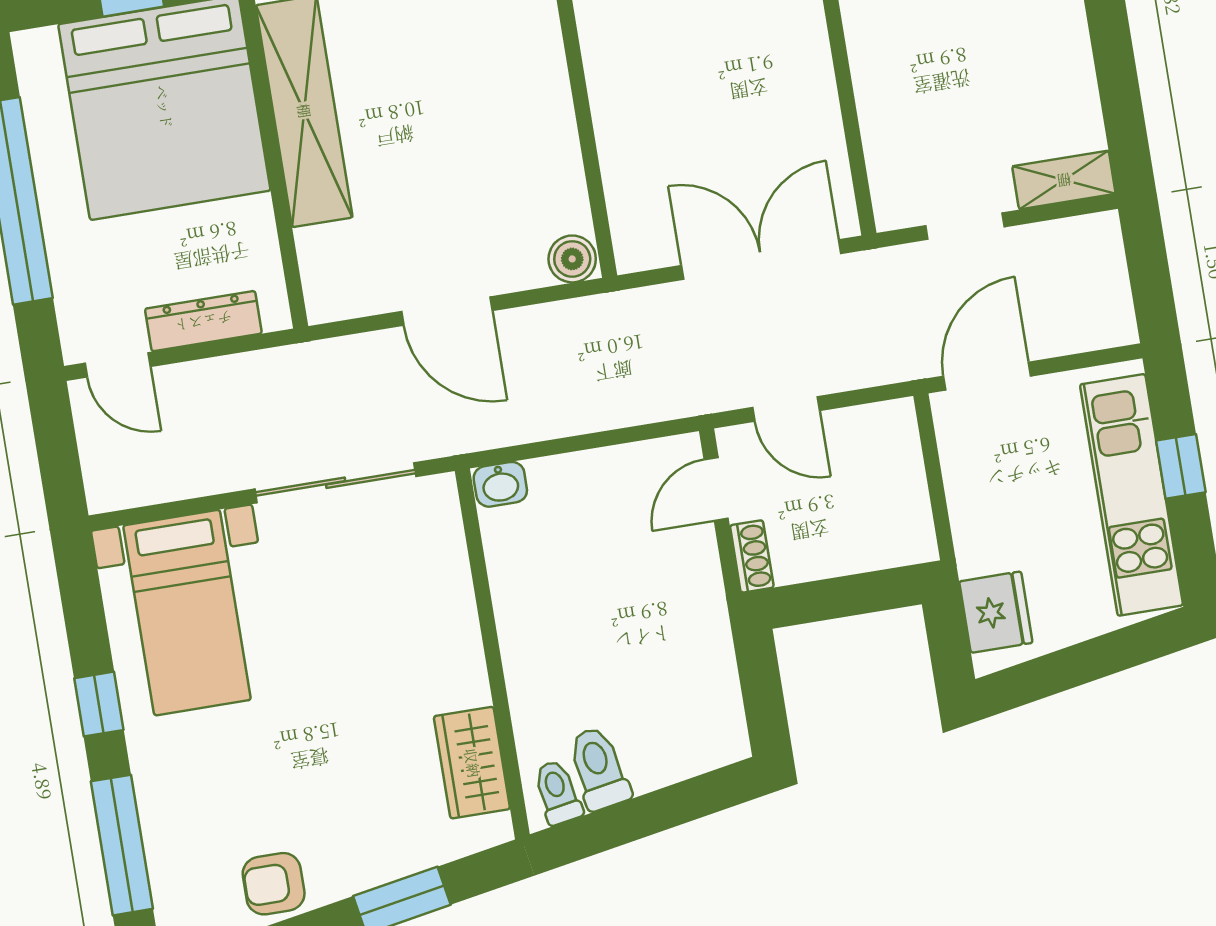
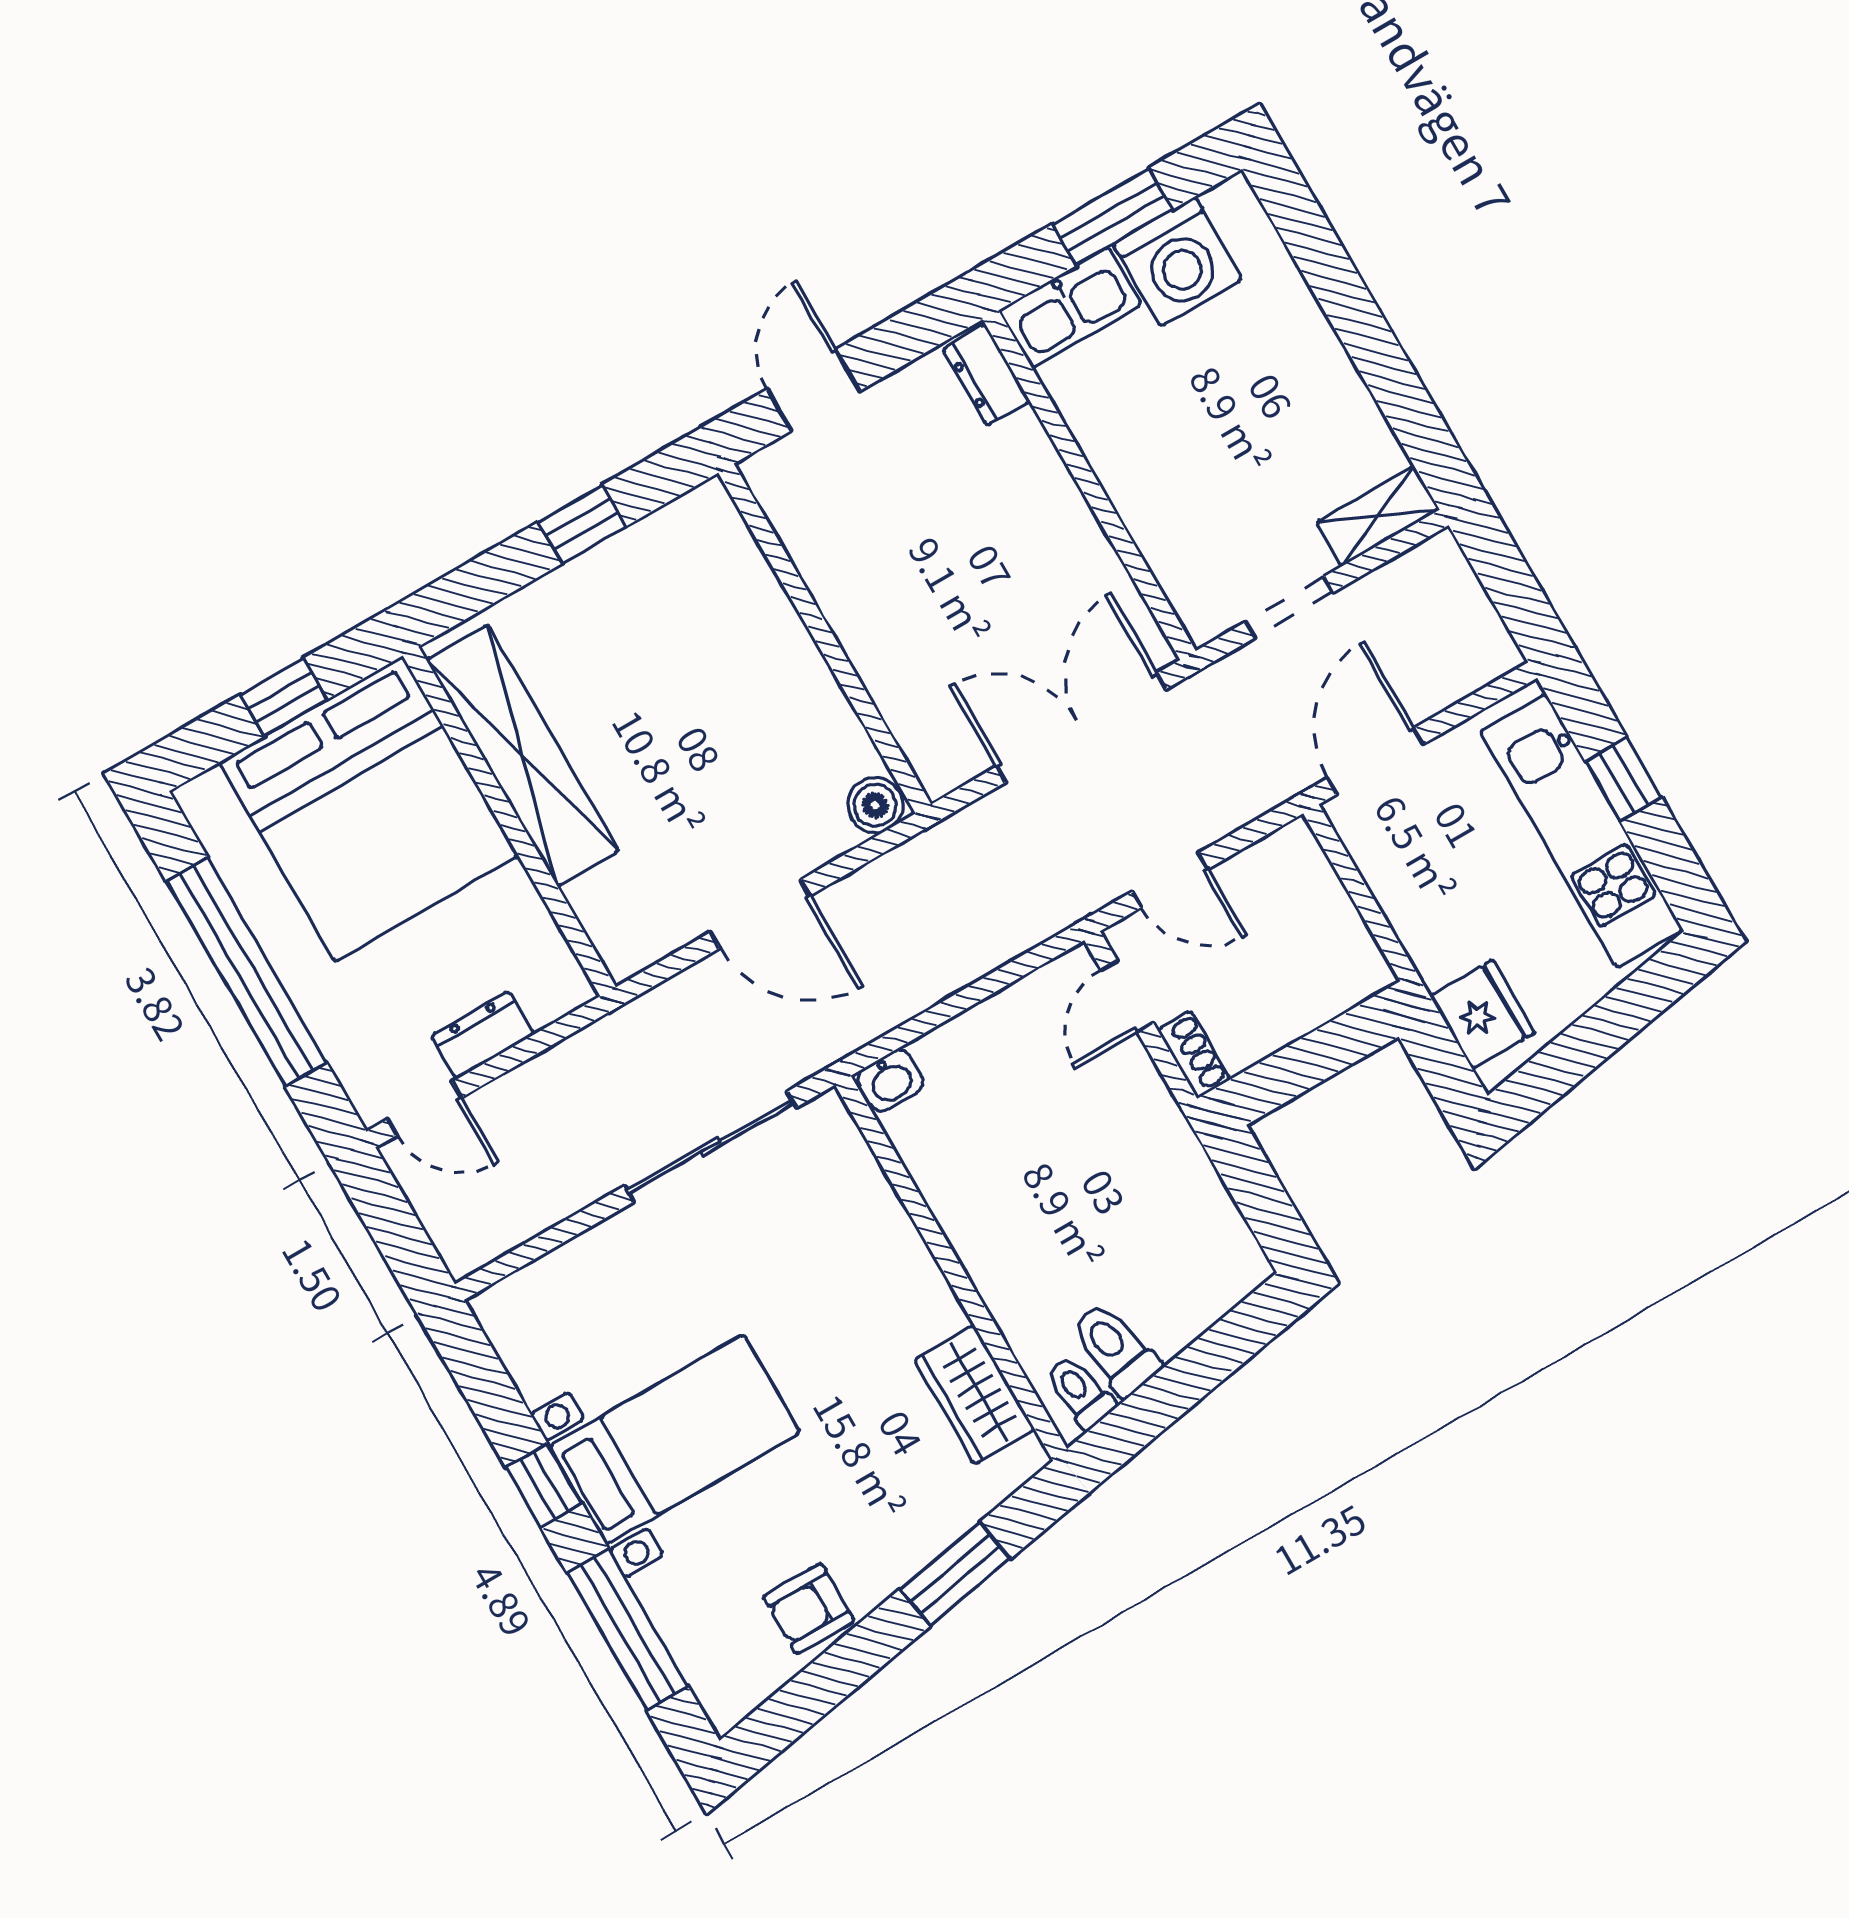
dresser: (203, 321) -> (482, 1035), width x0.70
bed with nightstands: (187, 613) -> (675, 1440), moved, turned -90

